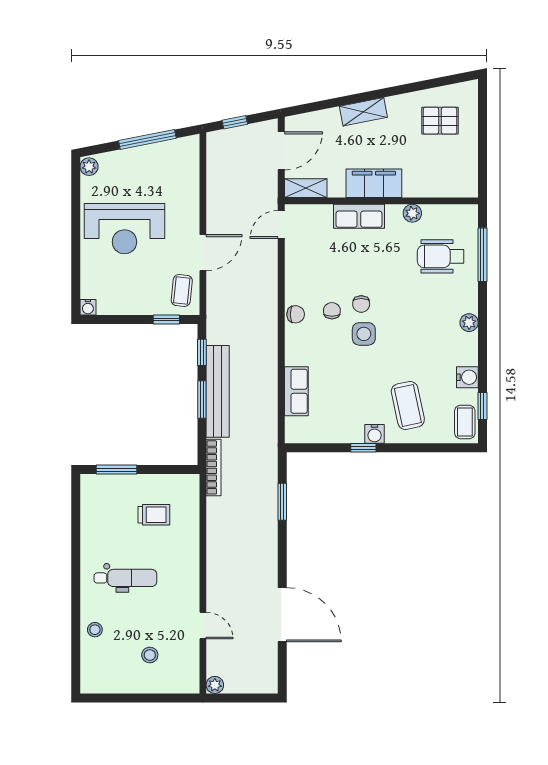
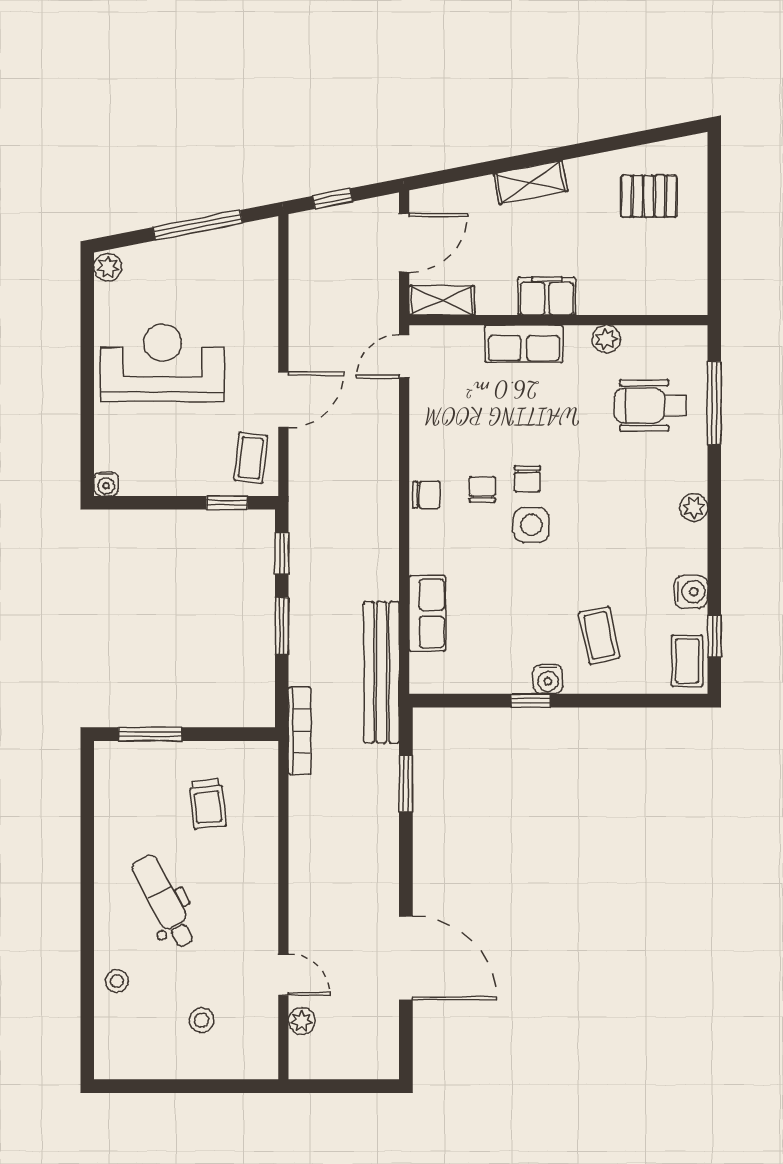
filing cabinet: (374, 183) -> (547, 296), width x0.67, depth x0.86
reception desk: (124, 229) -> (162, 363), turned 180
bench: (218, 391) -> (381, 672), moved
coffee table: (408, 405) -> (599, 635), width x0.73, depth x0.77
trolley: (154, 515) -> (208, 804), turned 84
dental chair: (125, 578) -> (164, 901), turned -118
plant: (215, 685) -> (302, 1021), moved

